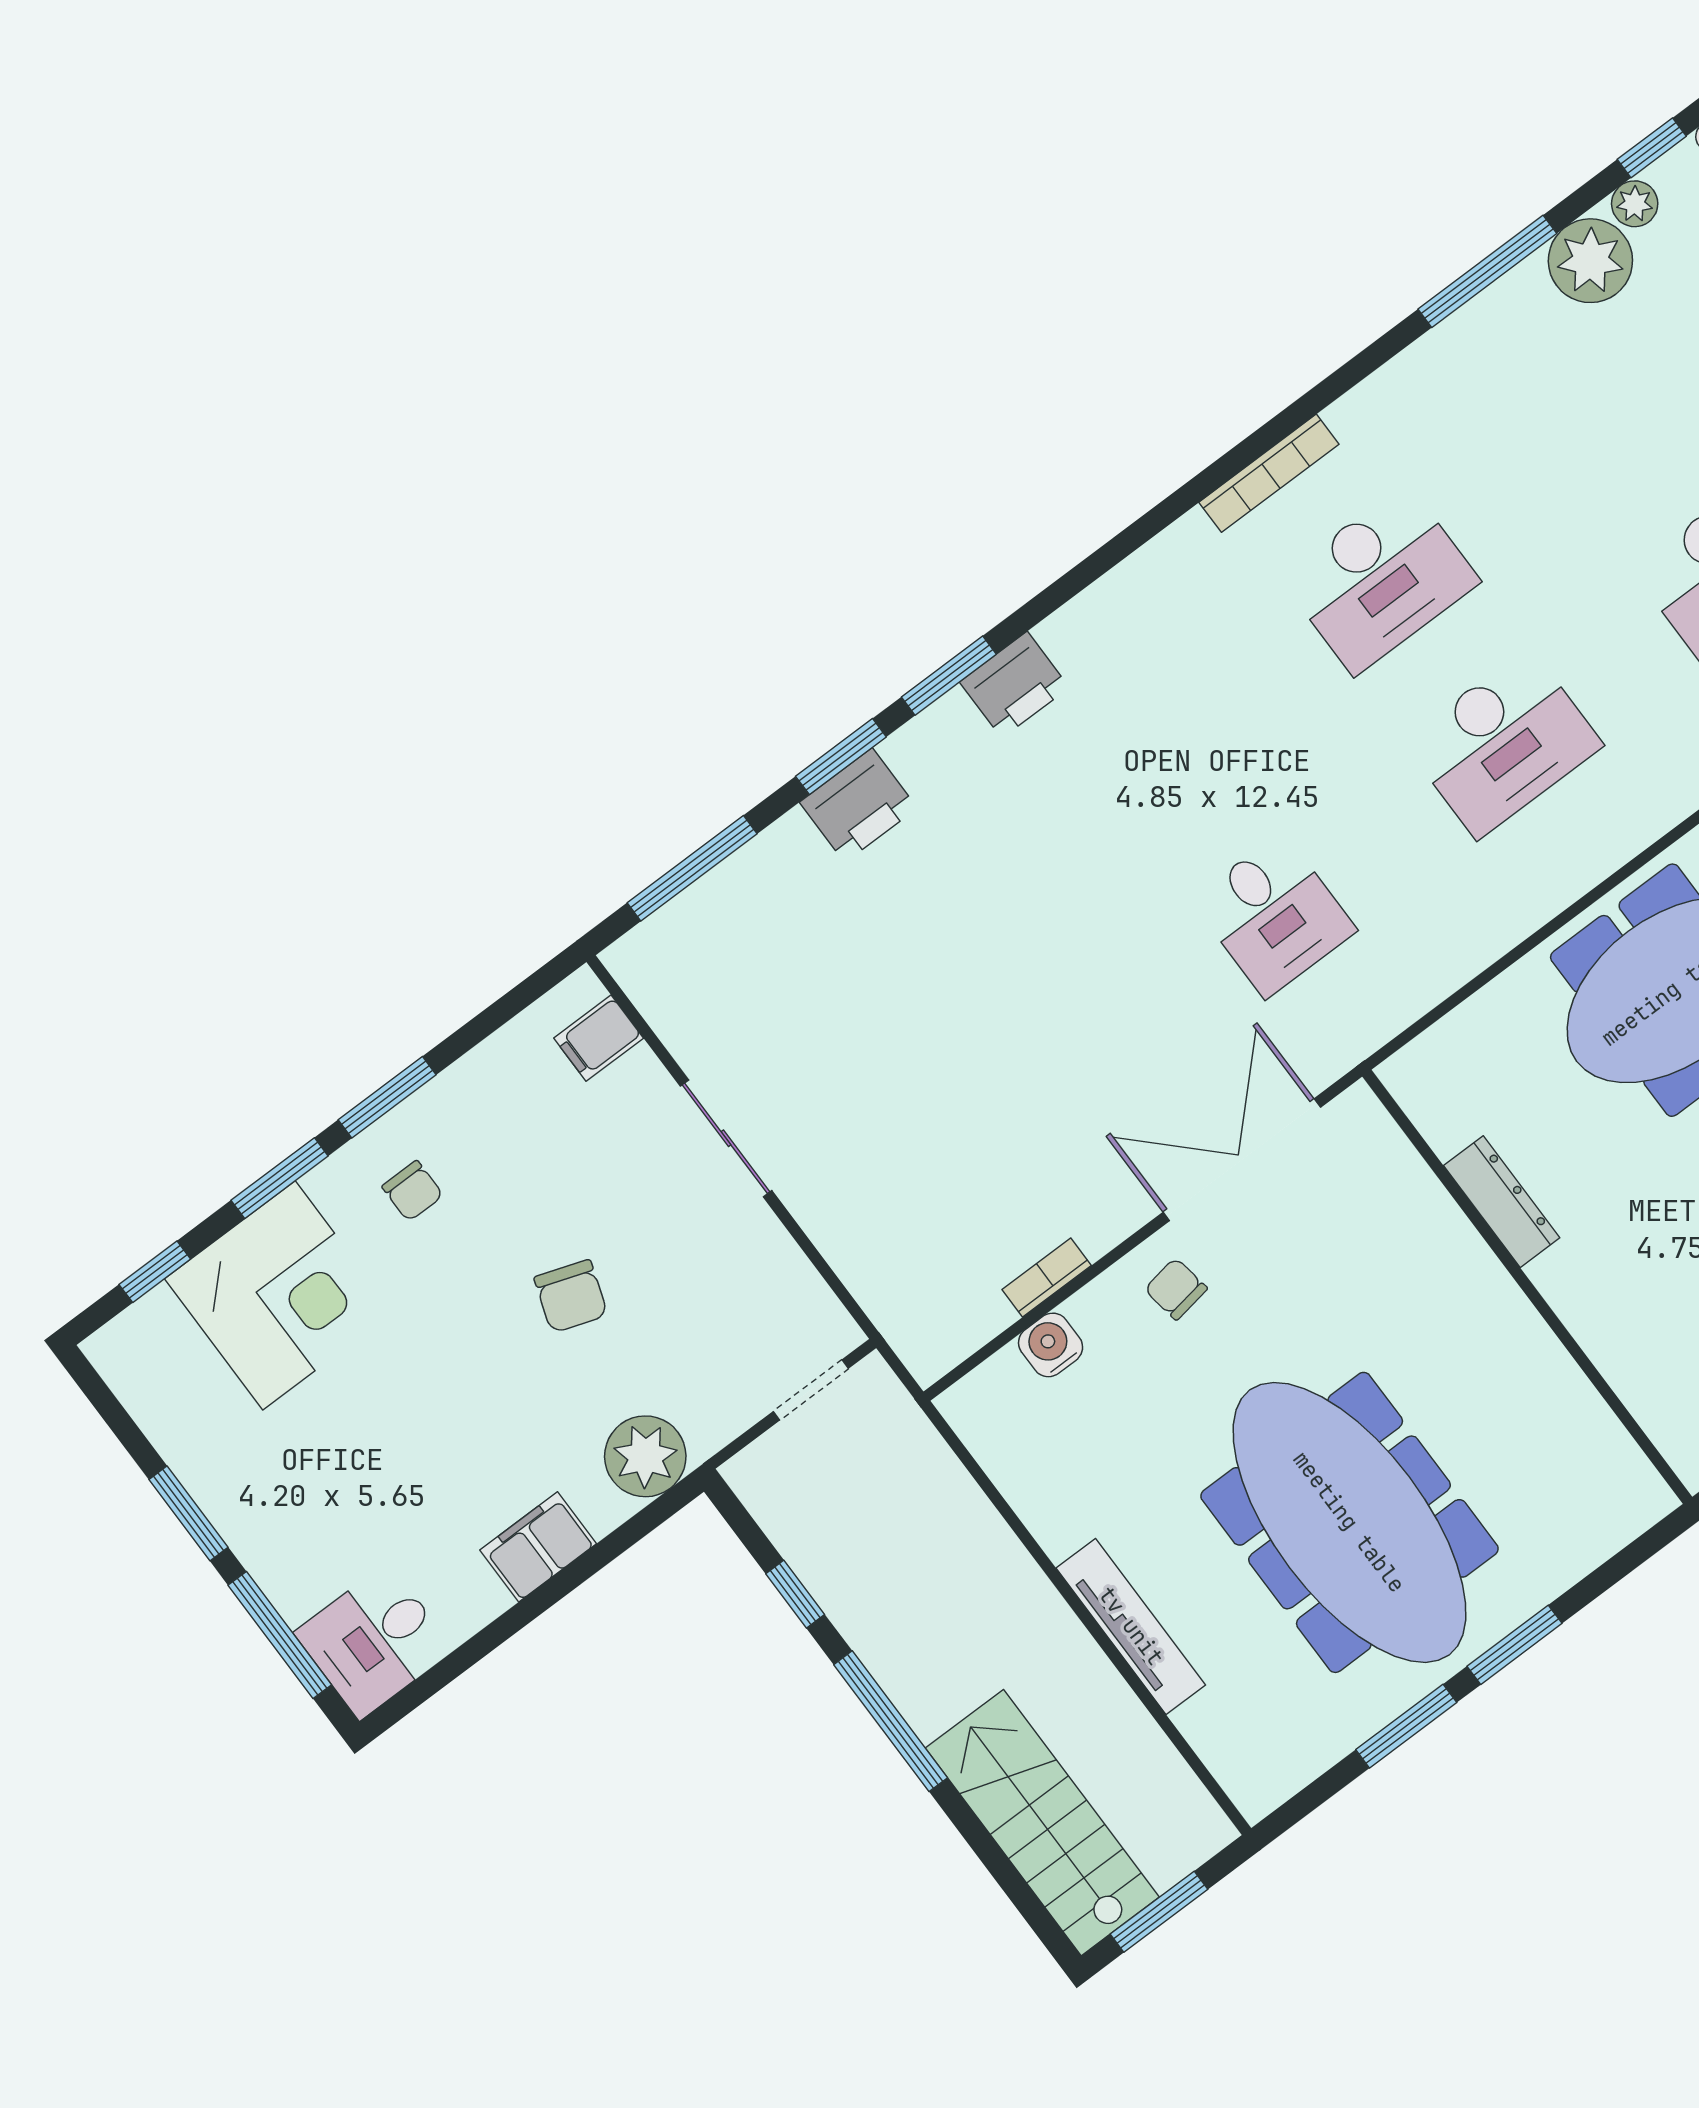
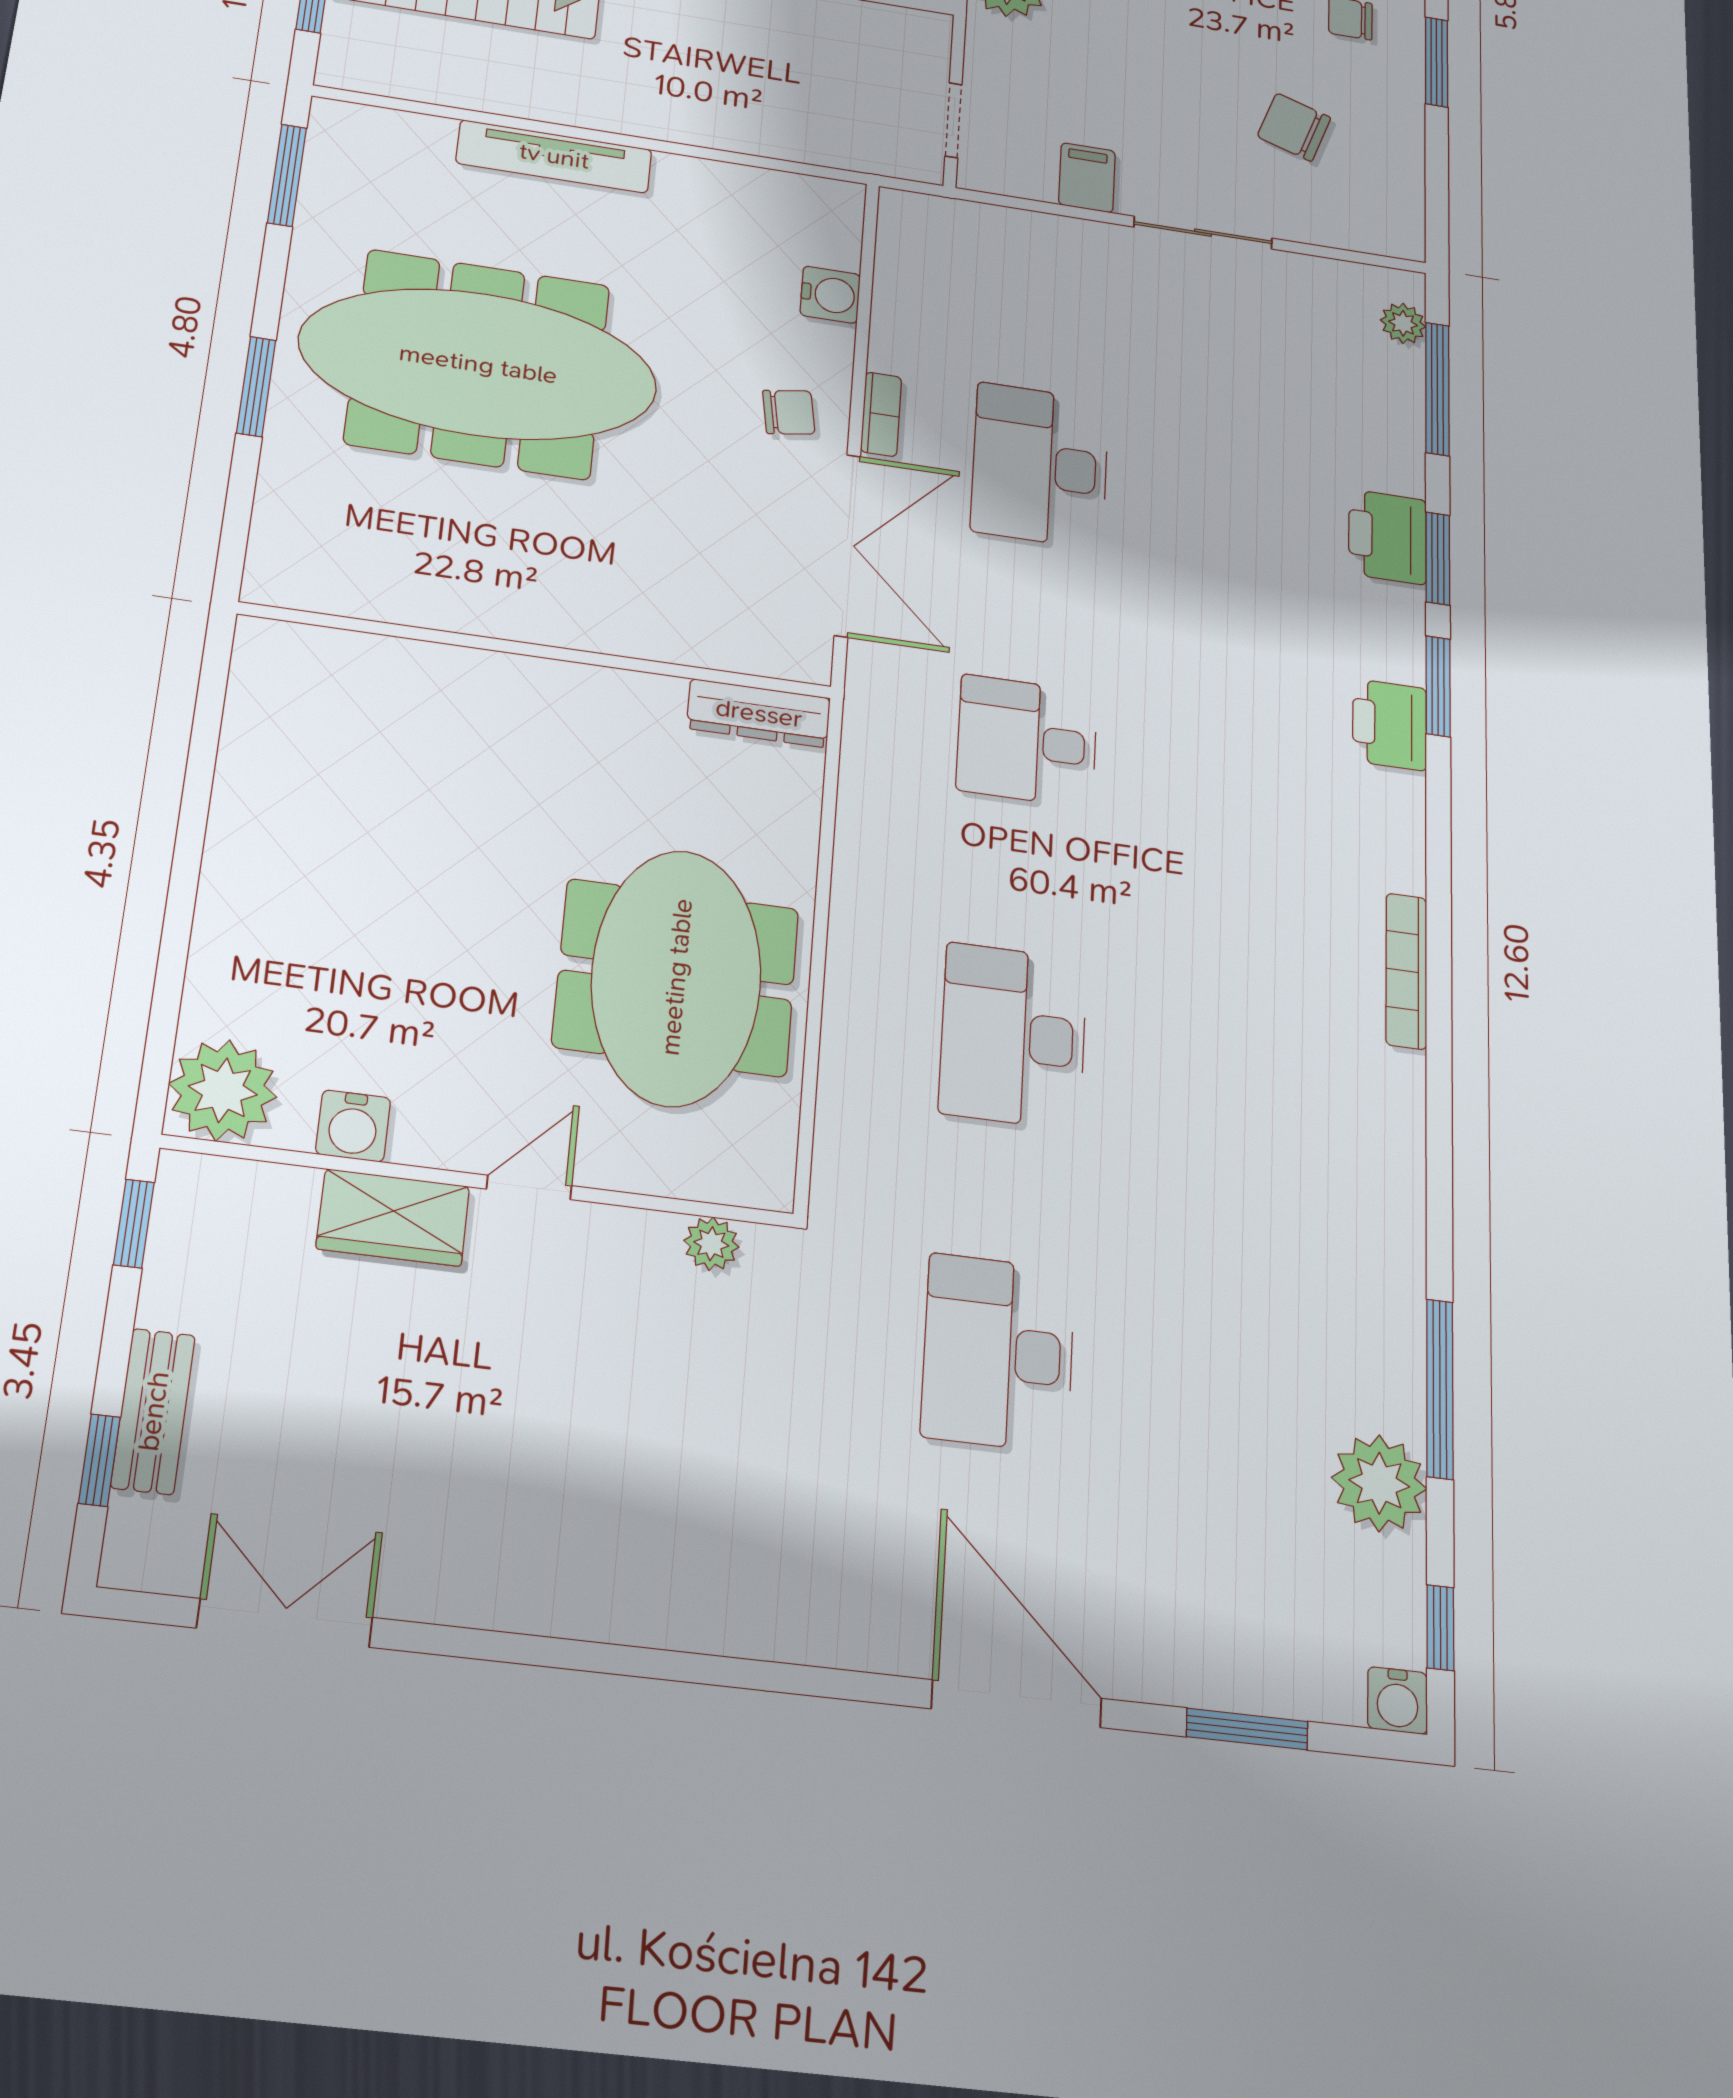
plant: (1635, 204) -> (1403, 323), moved
bookcase: (1269, 473) -> (1406, 971), moved
desk: (1380, 580) -> (1040, 466), moved
filing cabinet: (599, 1038) -> (1087, 178), moved
dresser: (1502, 1202) -> (759, 713), moved
bookcase: (1047, 1278) -> (881, 414), moved
chair: (571, 1296) -> (1294, 127), moved
window: (1406, 1726) -> (287, 175), moved

